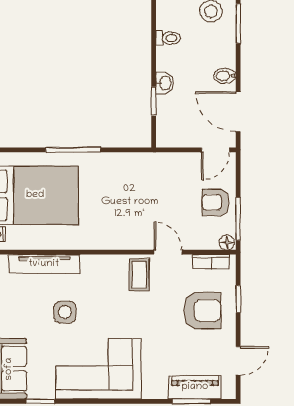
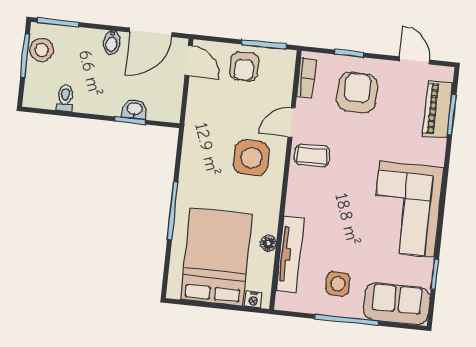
washbasin: (165, 83) -> (134, 109), moved
side table: (131, 218) -> (251, 158), added
floor lamp: (227, 243) -> (268, 243), moved
side table: (65, 312) -> (338, 284), moved

